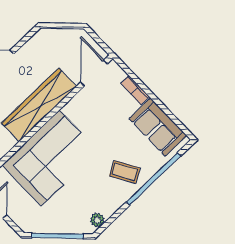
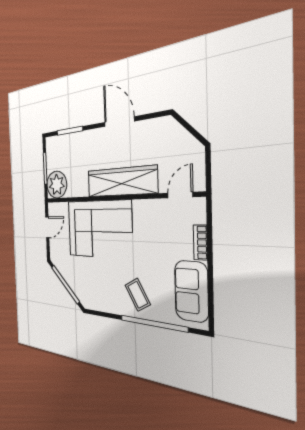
door: (94, 73) -> (180, 195), width x0.73
plant: (97, 220) -> (94, 304), removed

